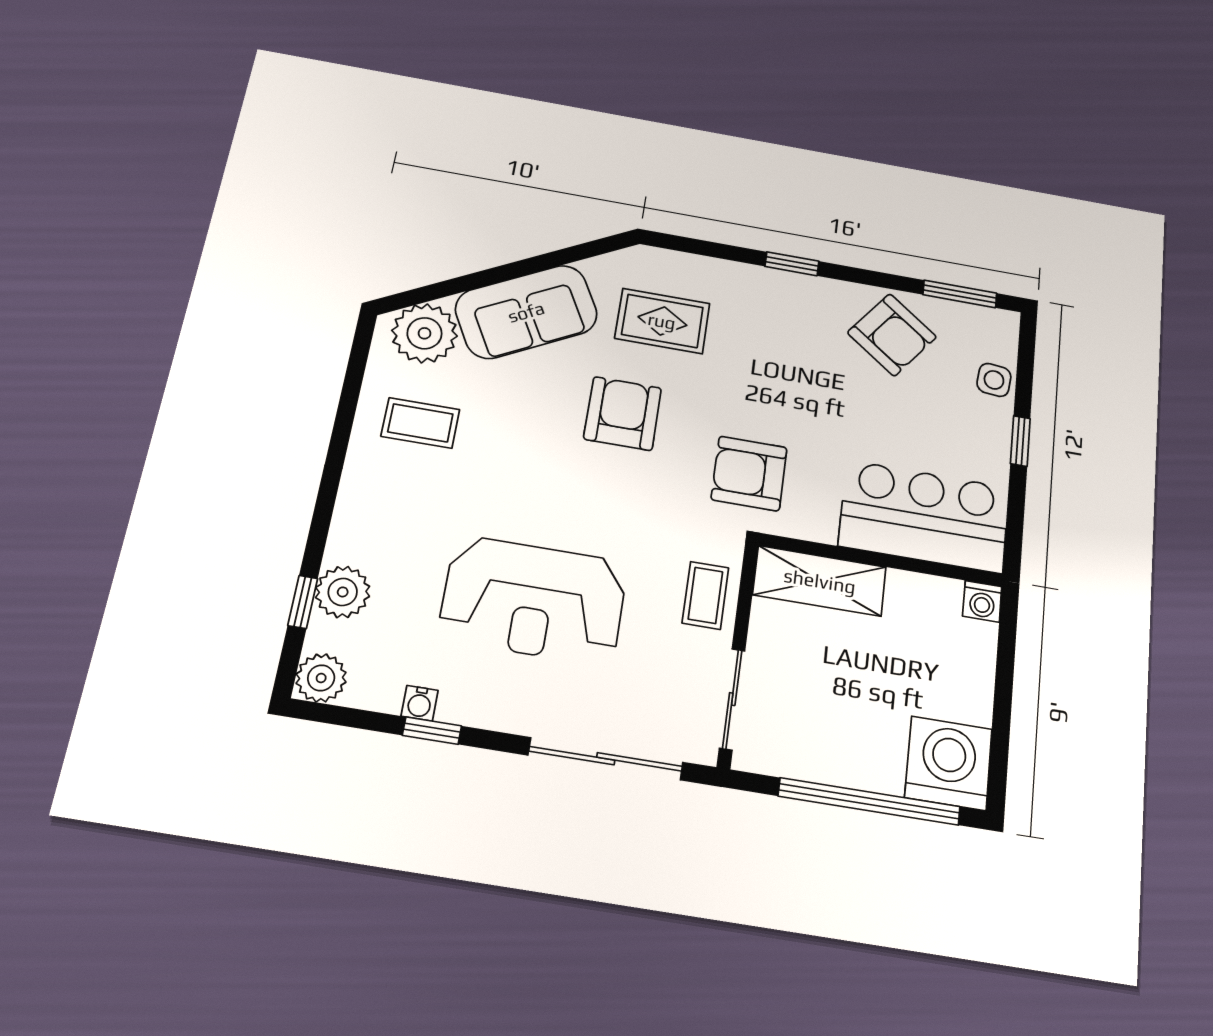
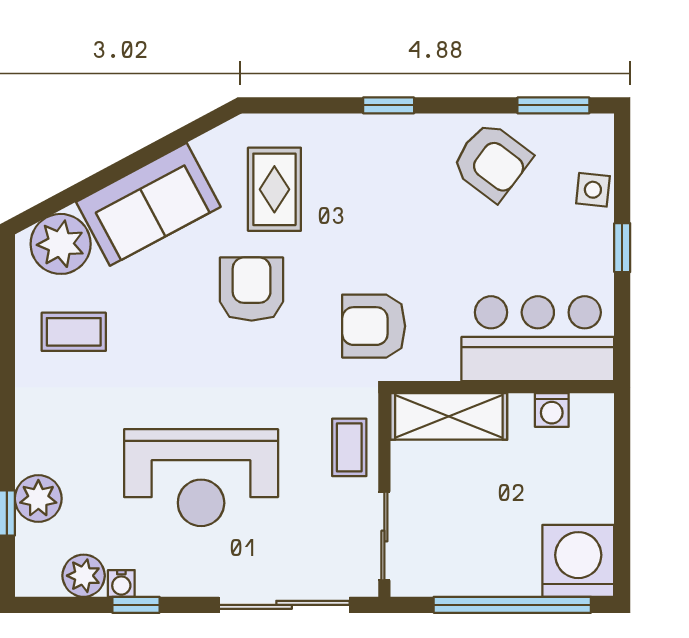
rug: (662, 321) -> (274, 189), turned 90
washing machine: (982, 601) -> (552, 410), moved
plant: (321, 678) -> (84, 576), moved

